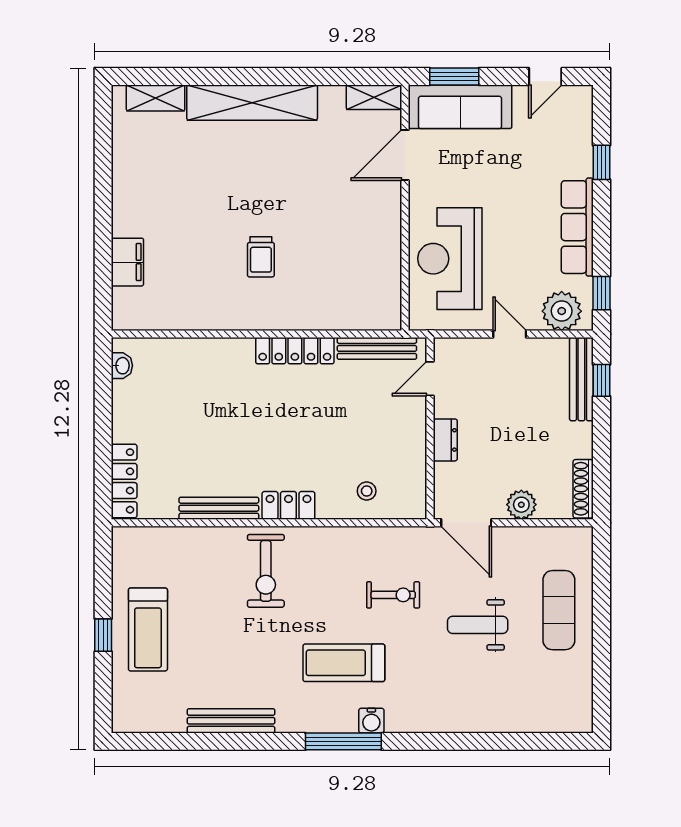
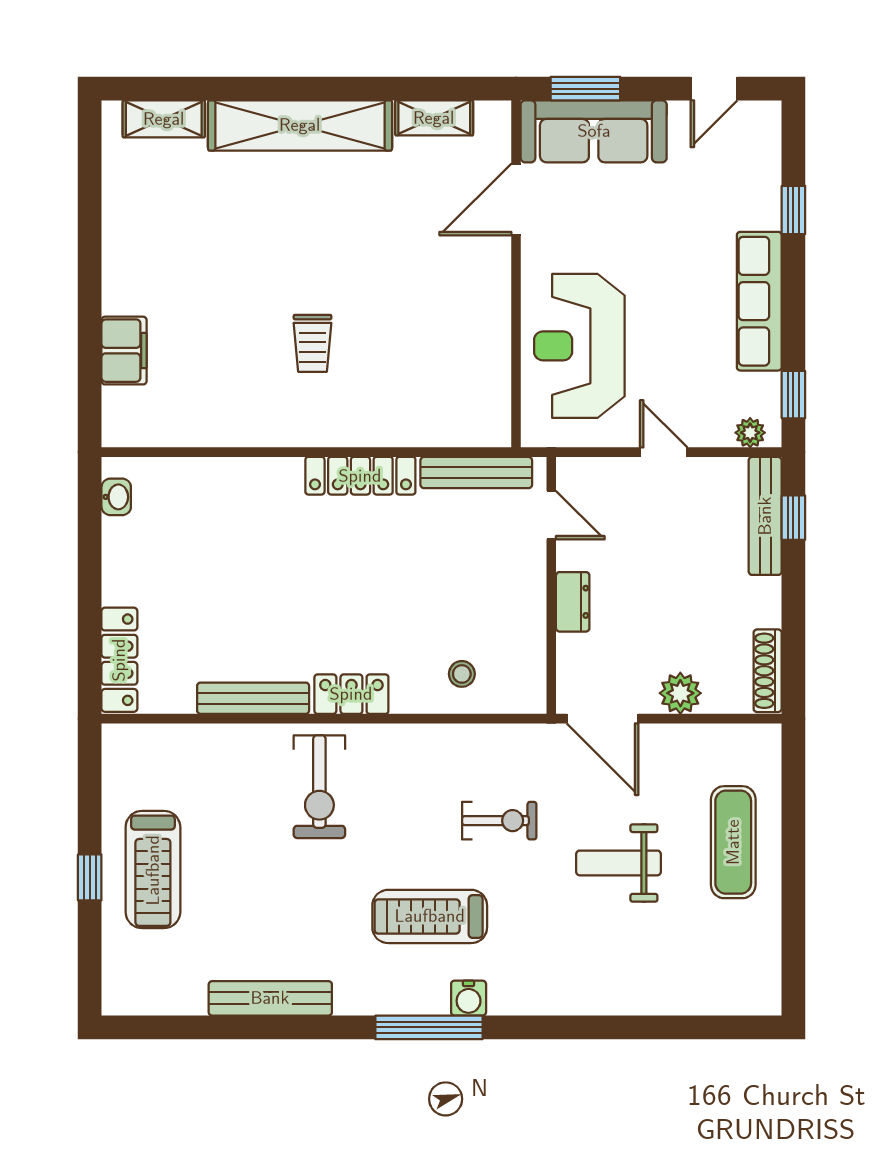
shelving: (374, 97) -> (434, 118), moved
plant: (562, 311) -> (750, 433), width x0.53, depth x0.53
door: (430, 379) -> (551, 515), swing flipped

